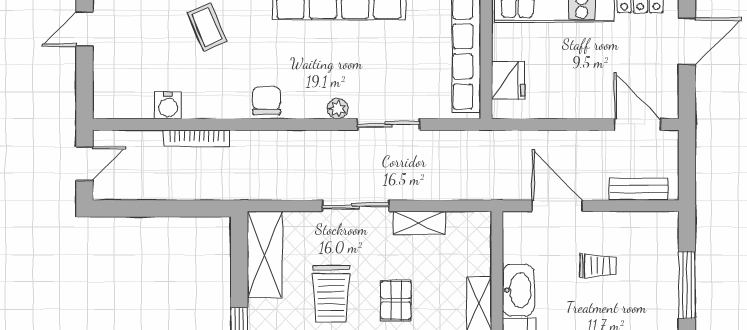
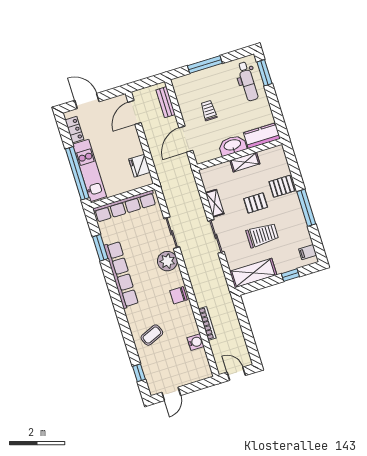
door: (84, 29) -> (171, 394), hinge flipped
fridge: (508, 80) -> (139, 166), moved, turned -90
plant: (338, 109) -> (167, 261), width x1.88, depth x1.88

